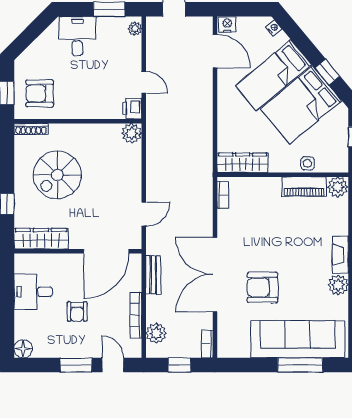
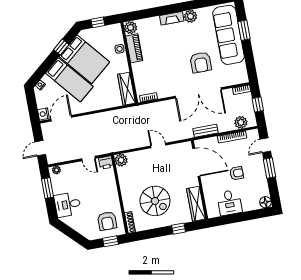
door: (144, 82) -> (88, 158), swing flipped
door: (144, 214) -> (158, 146), moved
window: (300, 365) -> (244, 30), width x0.69

